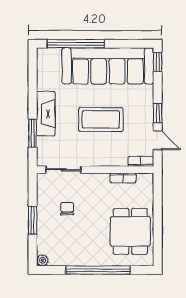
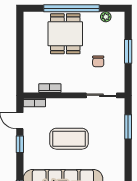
fireplace: (46, 114) -> (117, 144), removed
dining table: (130, 231) -> (65, 34), moved
plant: (42, 260) -> (106, 17), moved

